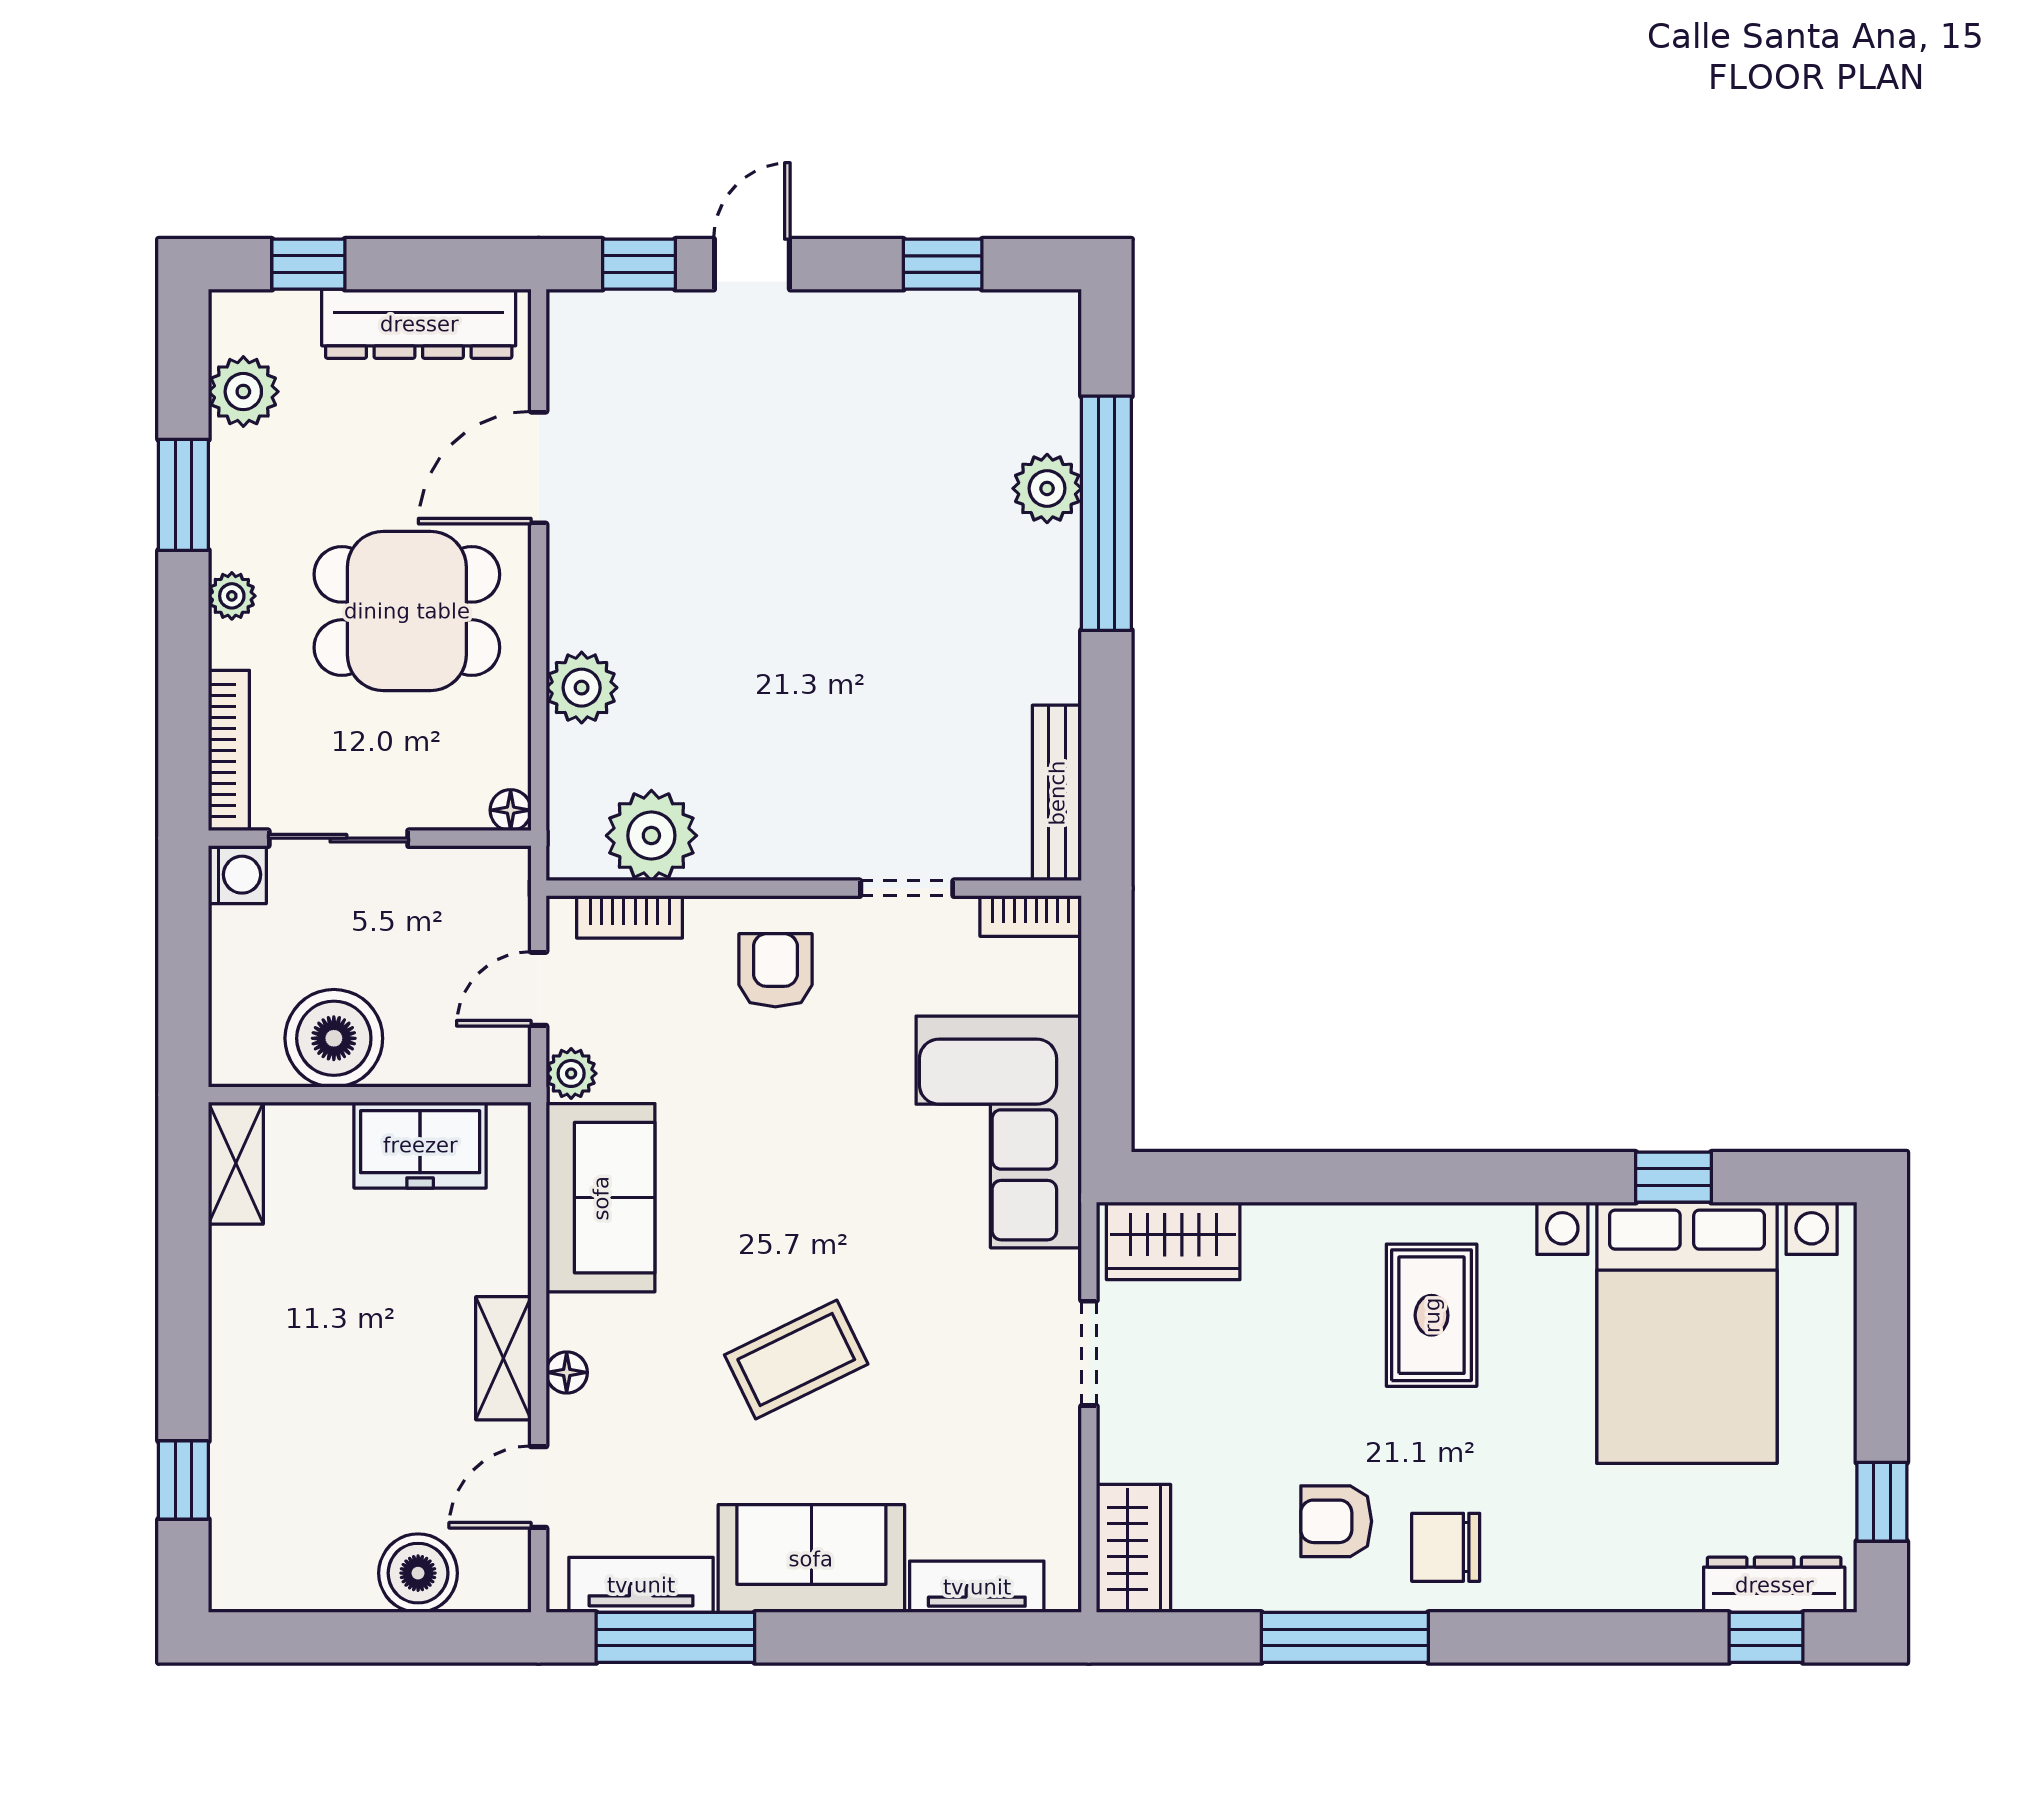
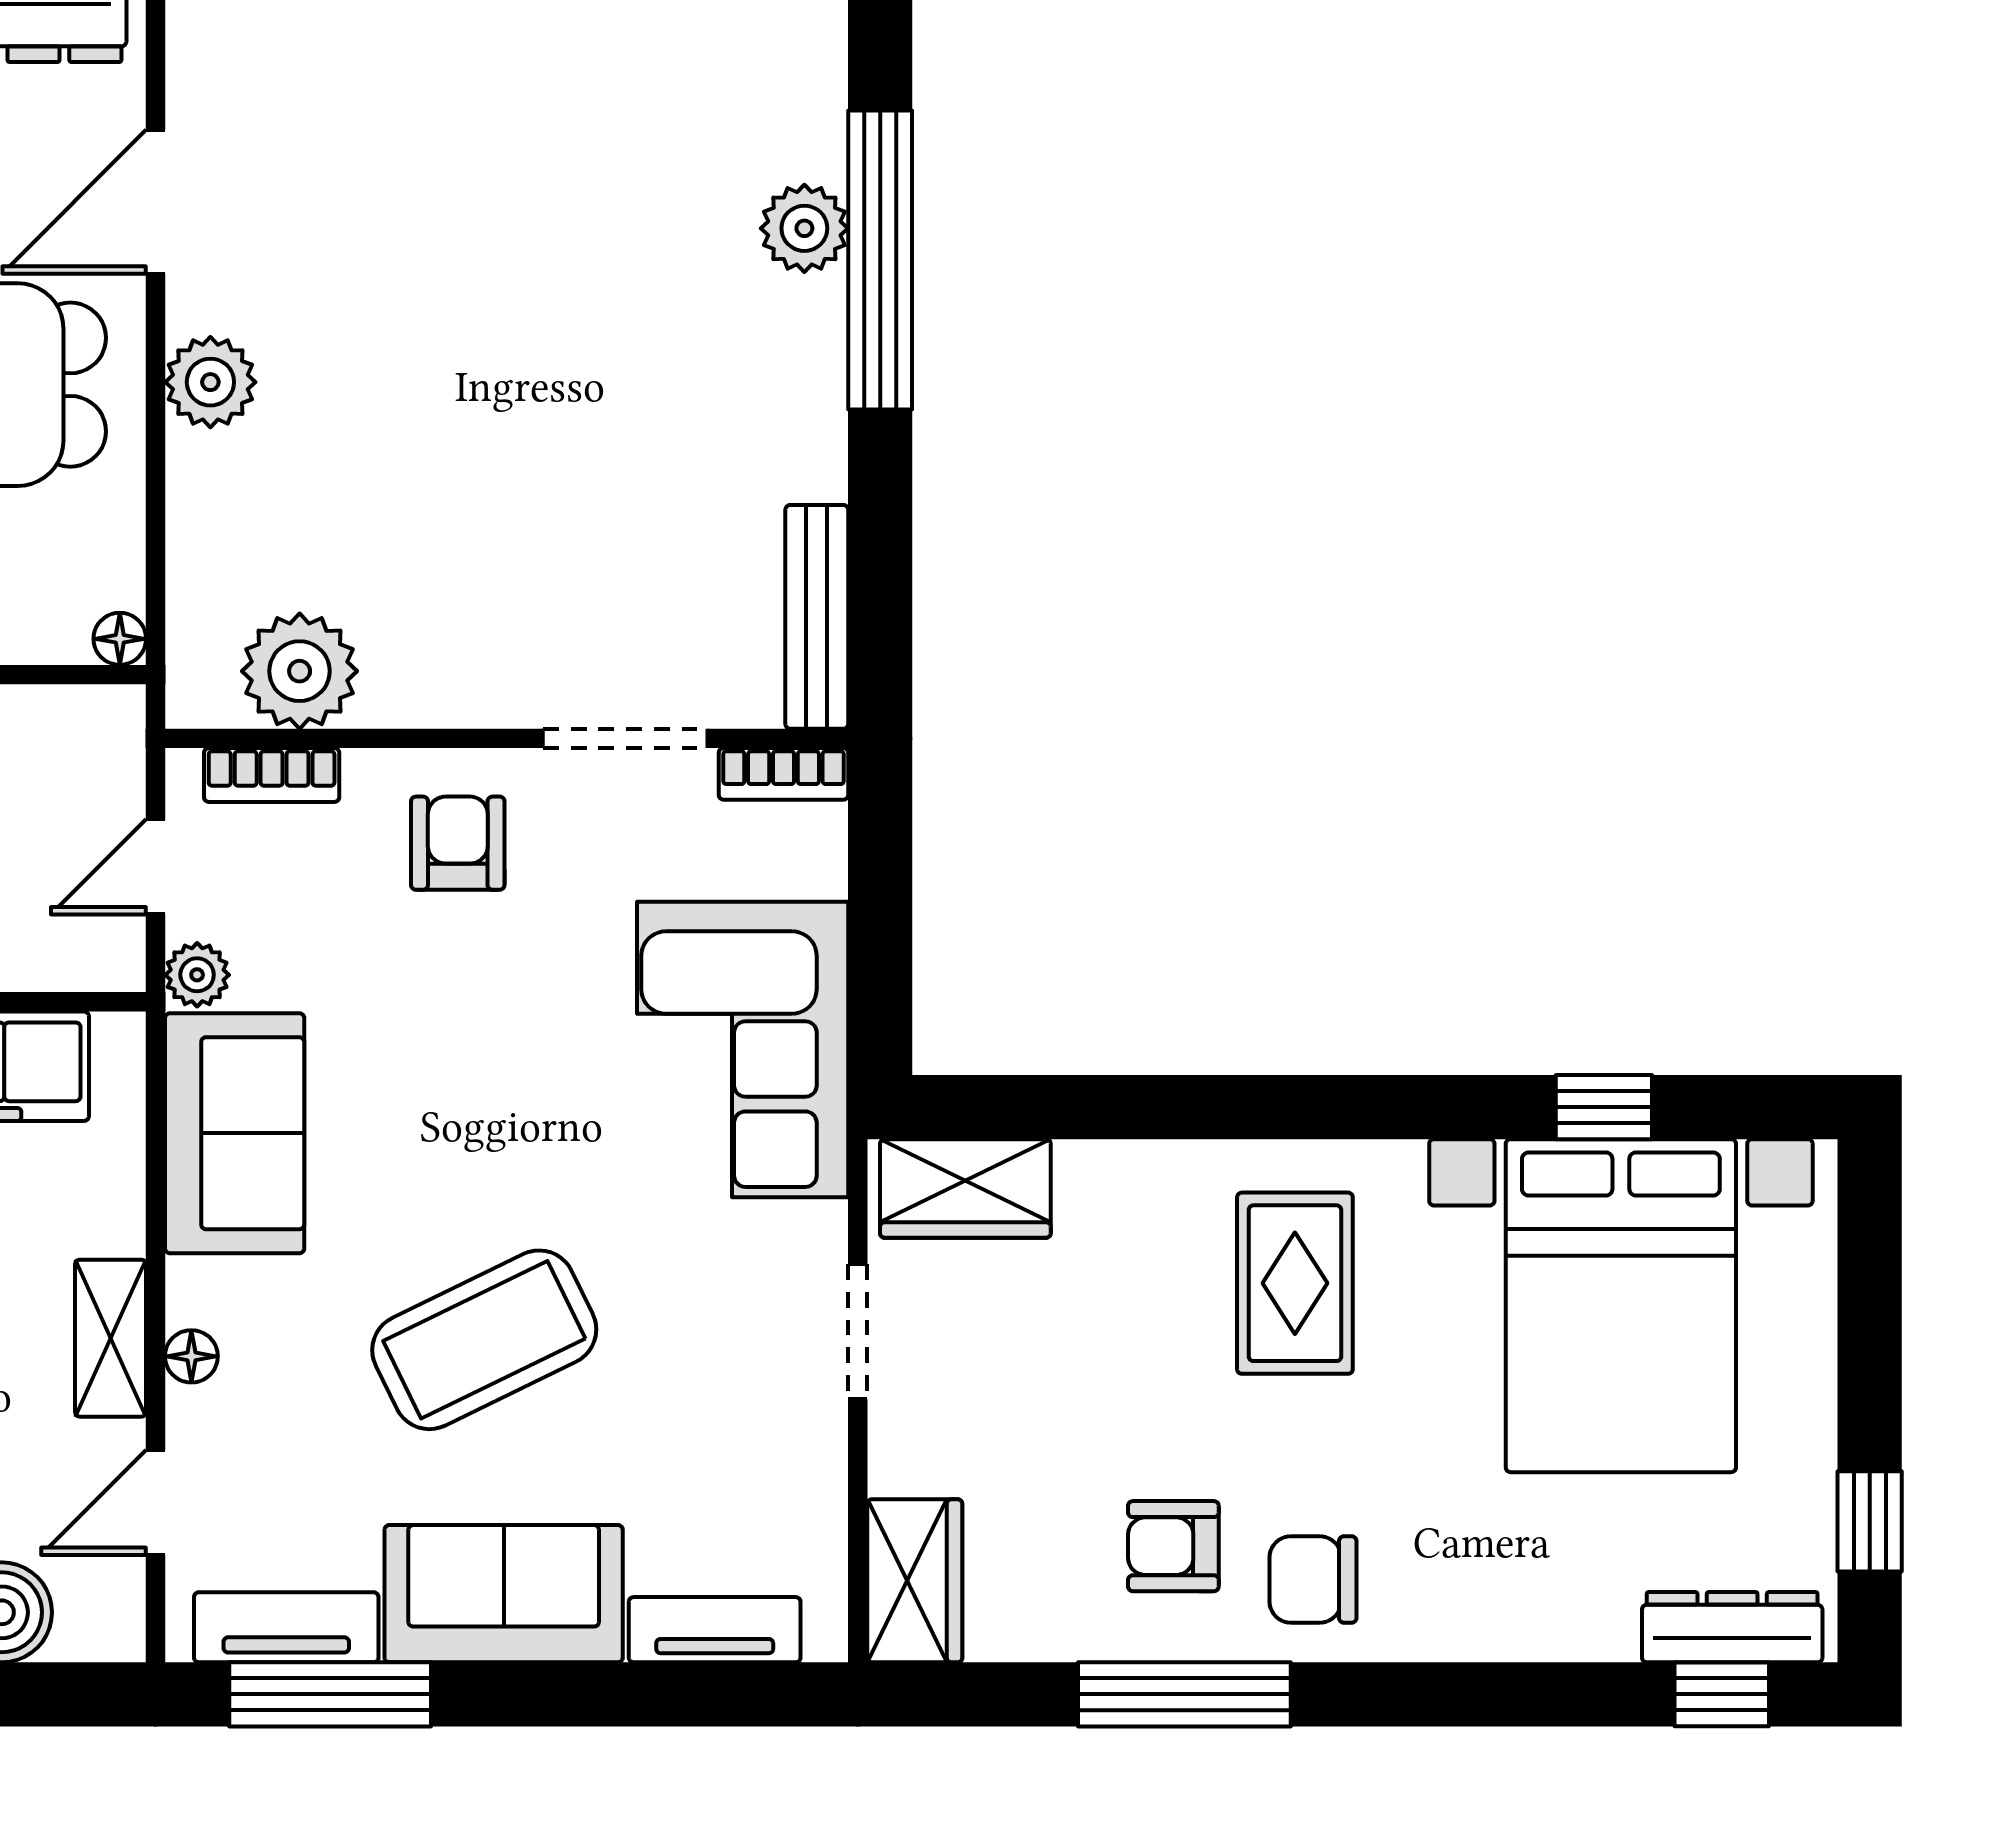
plant: (582, 688) -> (210, 382), moved
doorway: (907, 888) -> (625, 738), width x1.38
coffee table: (796, 1360) -> (484, 1340), width x1.36, depth x1.32

